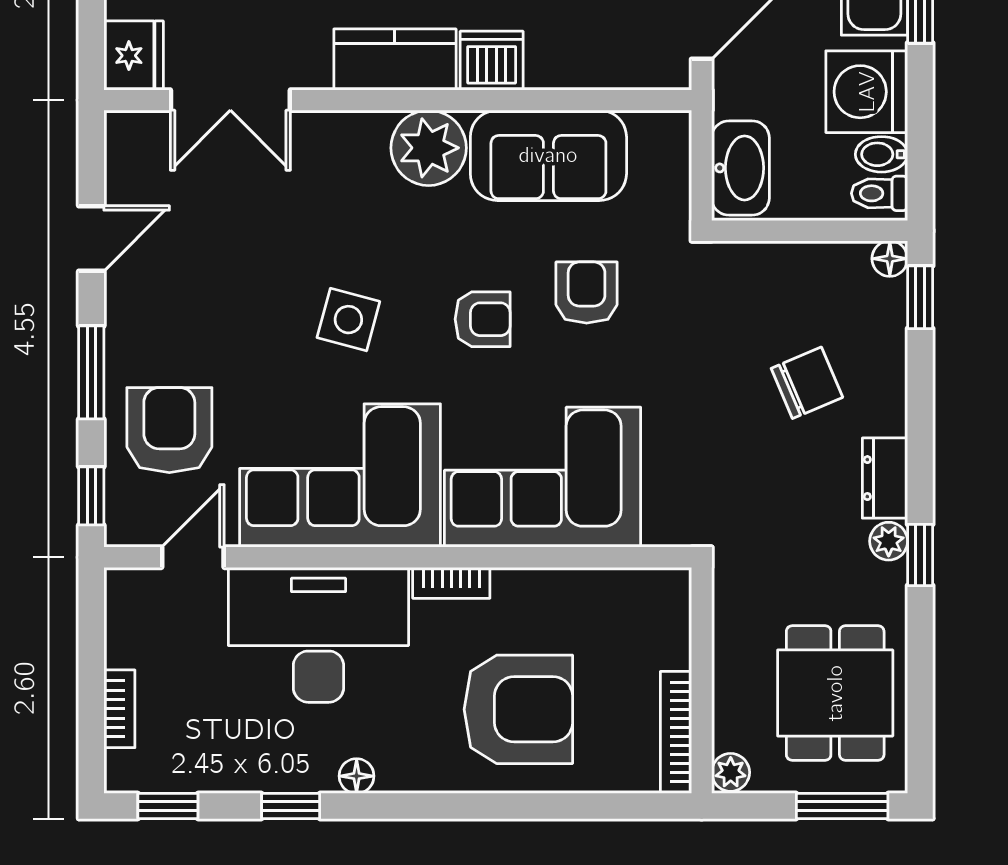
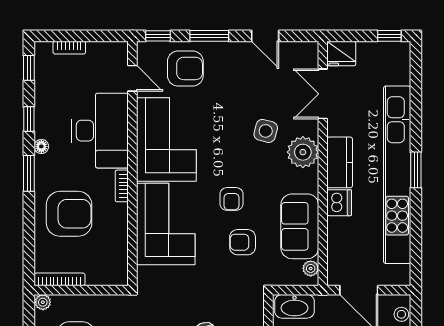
plant: (650, 129) -> (311, 268), added
plant: (429, 148) -> (303, 152), moved
armchair: (587, 293) -> (243, 242), turned 180
side table: (348, 320) -> (266, 131), moved
armchair: (518, 709) -> (69, 214), turned -90
window: (421, 806) -> (29, 173), added

